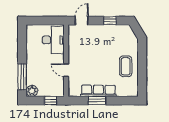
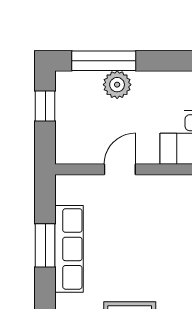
plant: (32, 91) -> (117, 85), moved
window: (51, 101) -> (45, 106), moved

